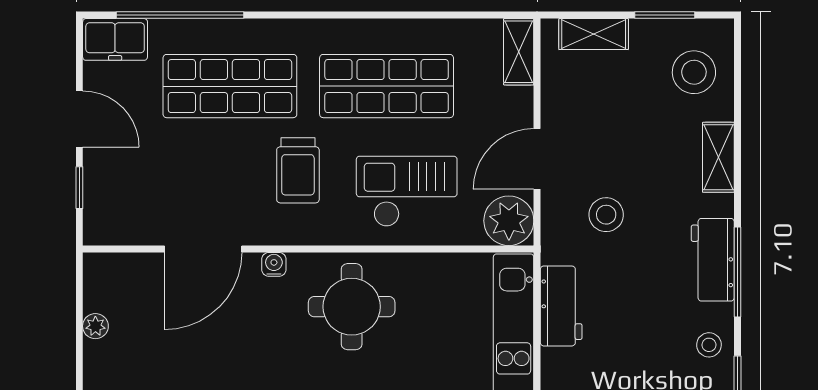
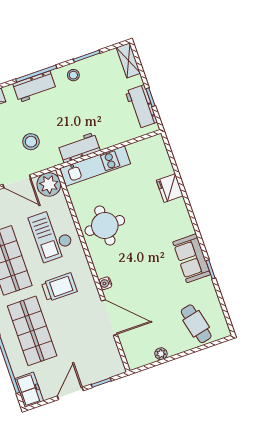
round table: (352, 307) -> (105, 226), moved

